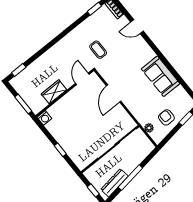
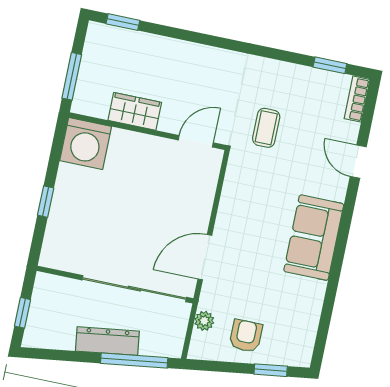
sofa: (161, 76) -> (314, 238), moved
door: (114, 93) -> (205, 257), moved
washing machine: (44, 118) -> (86, 143), width x1.89, depth x1.89
window: (130, 178) -> (134, 360), moved
dresser: (115, 183) -> (107, 341), moved

